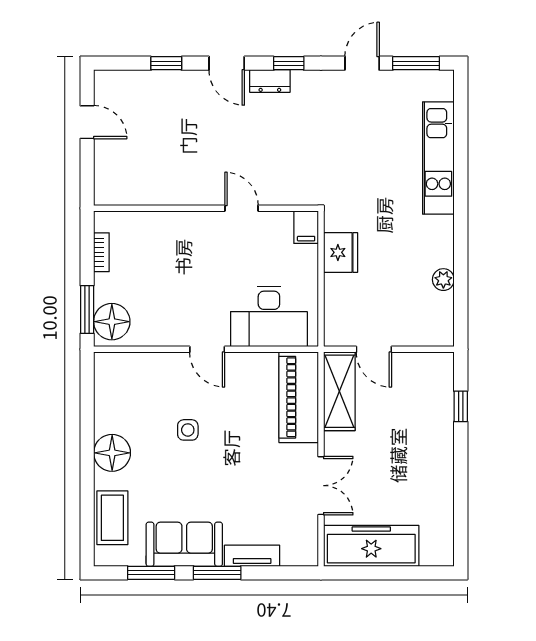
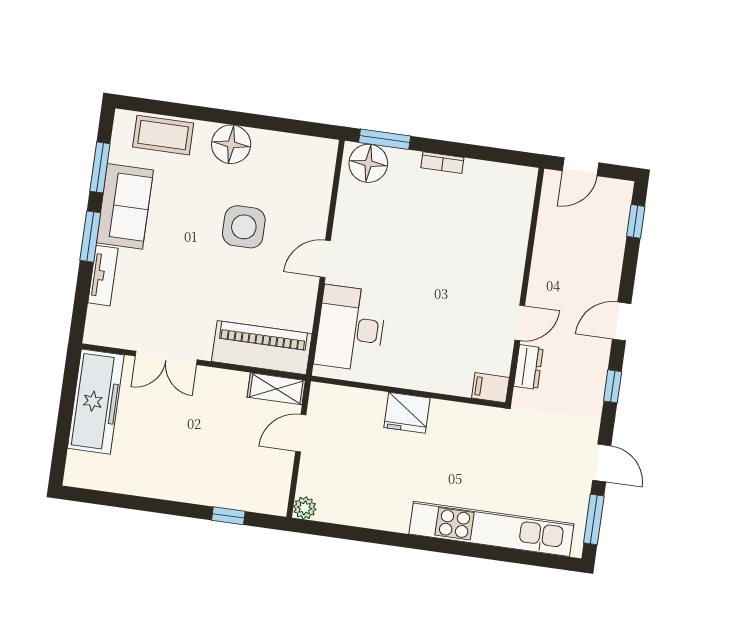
window: (166, 63) -> (636, 221), moved
dresser: (270, 81) -> (528, 367), moved, turned 180
kitchen unit: (438, 158) -> (491, 529), width x1.36
wall: (206, 208) -> (525, 286), moved
door: (241, 208) -> (520, 323), moved
filing cabinet: (306, 227) -> (490, 388), moved
plant: (443, 280) -> (305, 508), moved
shelving: (339, 391) -> (276, 389), width x0.67, depth x0.75
side table: (188, 430) -> (244, 227), width x1.87, depth x1.87

